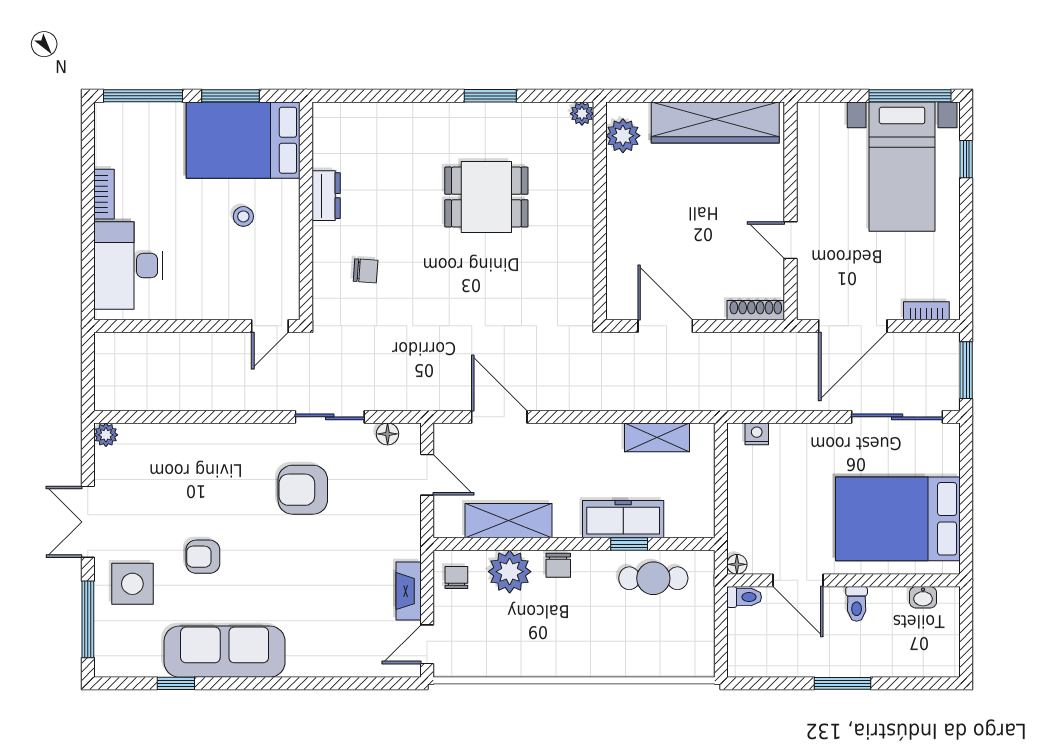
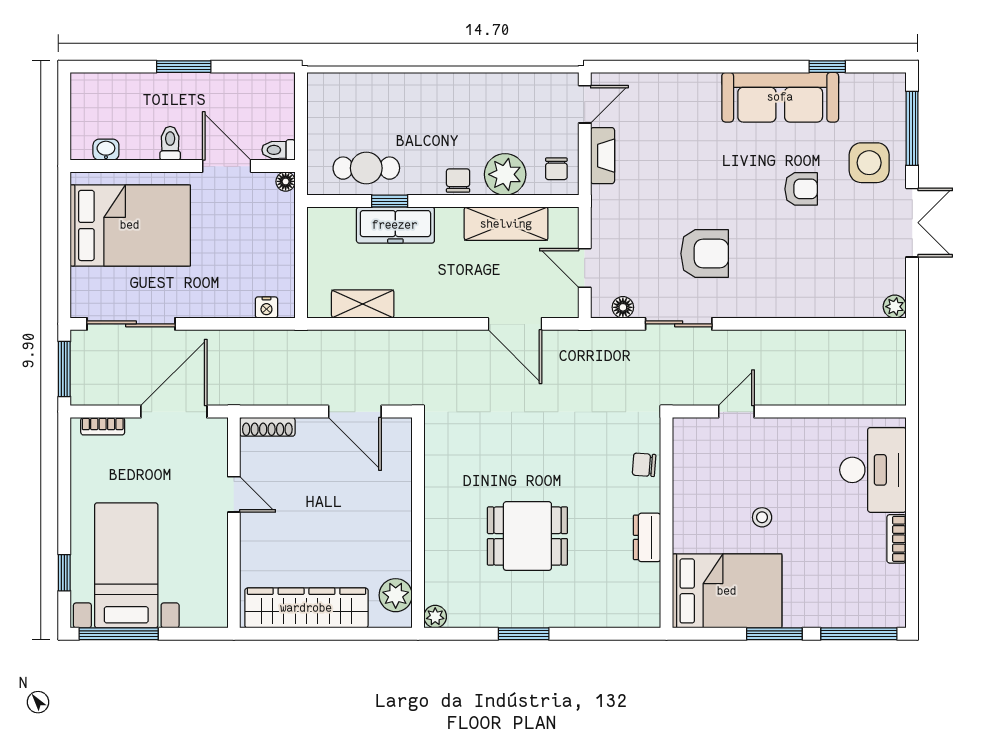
bed: (243, 140) -> (727, 591), moved
dresser: (326, 196) -> (647, 537), moved
wall: (306, 211) -> (667, 523), moved

